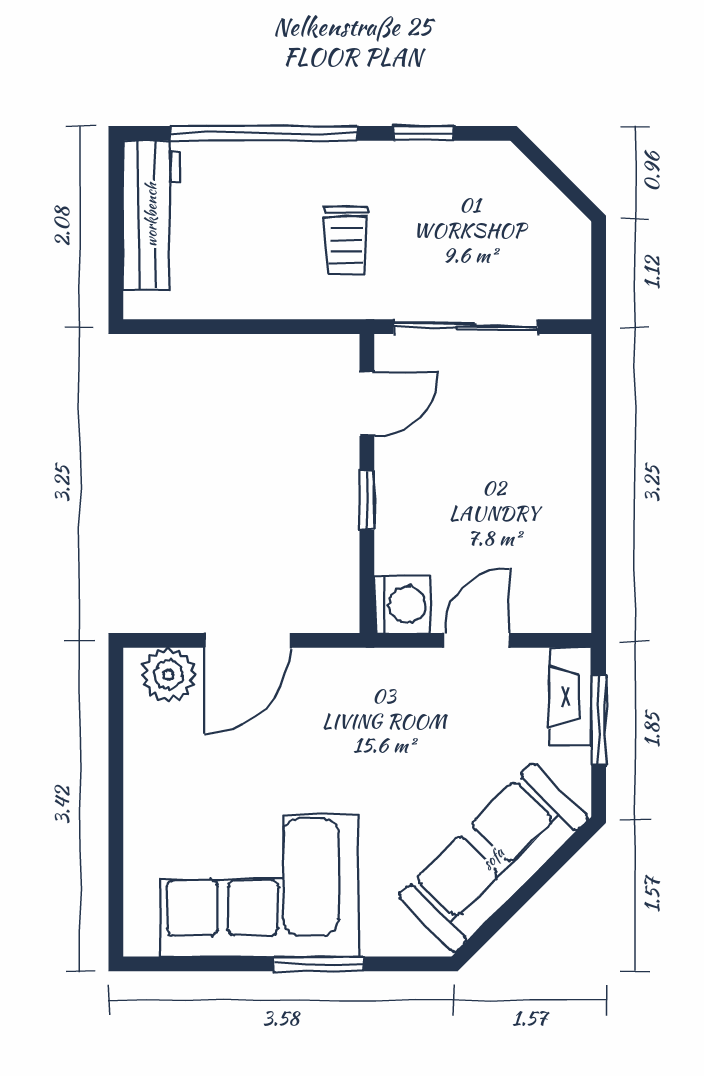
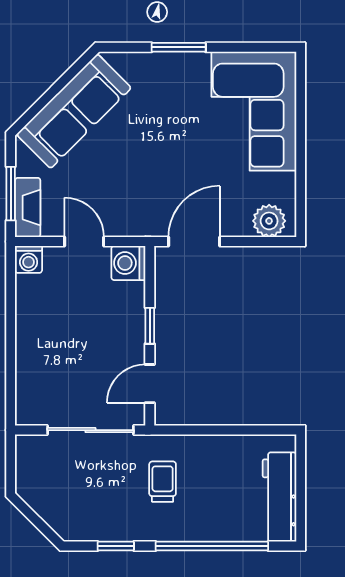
washing machine: (569, 611) -> (29, 259), added
door: (248, 640) -> (194, 242), moved
door: (476, 640) -> (84, 242), swing flipped
corner sofa: (259, 886) -> (254, 111), moved, turned 90

